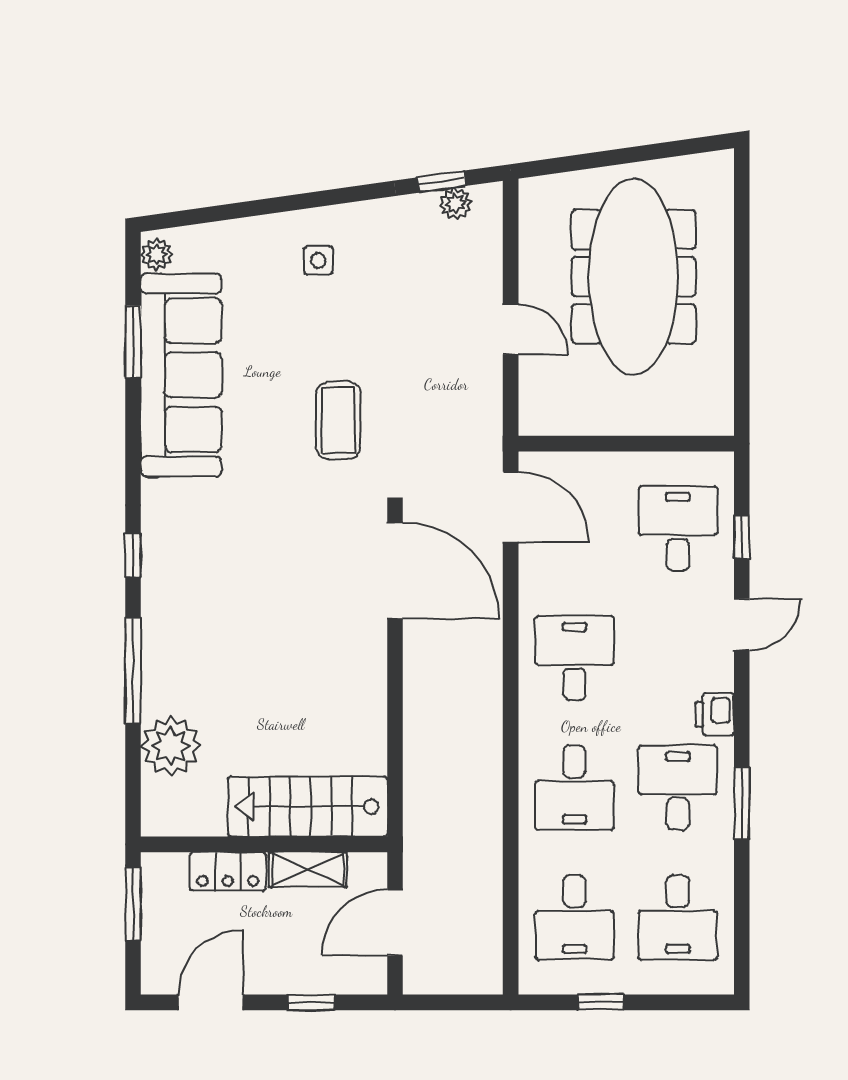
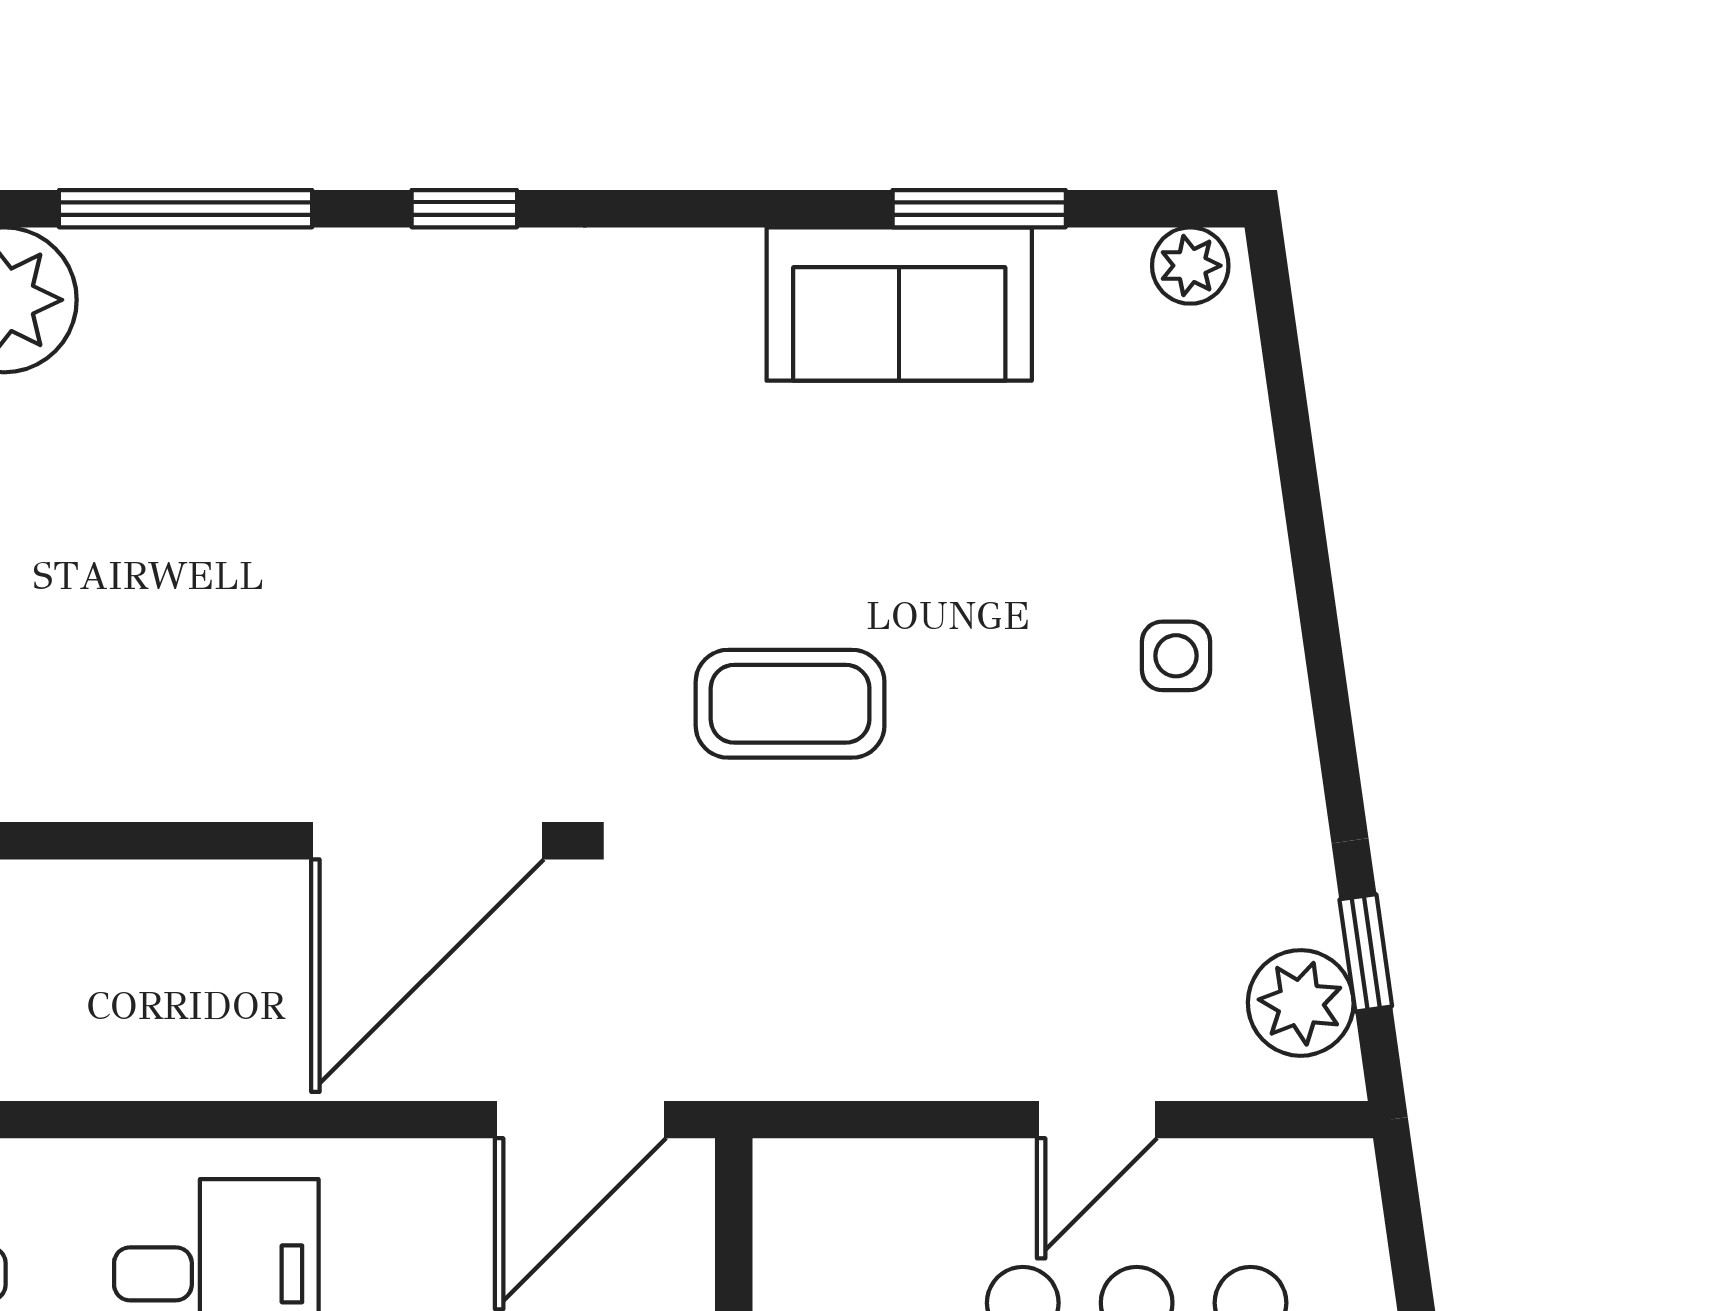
plant: (455, 204) -> (1301, 1003), width x1.38, depth x1.38
door: (511, 329) -> (1097, 1120), moved
sofa: (181, 375) -> (899, 304), width x0.54, depth x0.79

